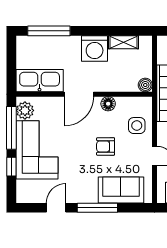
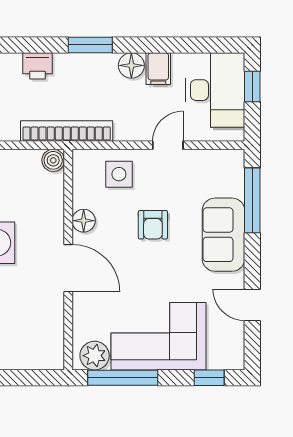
kitchen sink: (40, 81) -> (46, 332), removed
window: (11, 167) -> (209, 378), moved
sofa: (121, 190) -> (224, 235), moved
window: (97, 208) -> (252, 200), moved

